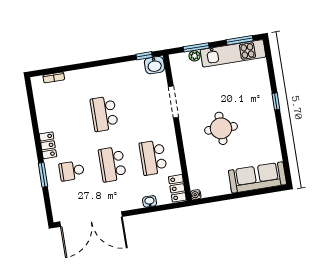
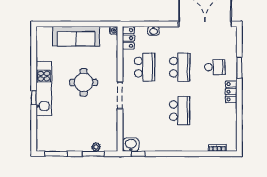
kitchen unit: (233, 53) -> (44, 89), moved, turned 90
doorway: (173, 102) -> (120, 95), moved
sofa: (257, 177) -> (76, 36), moved

